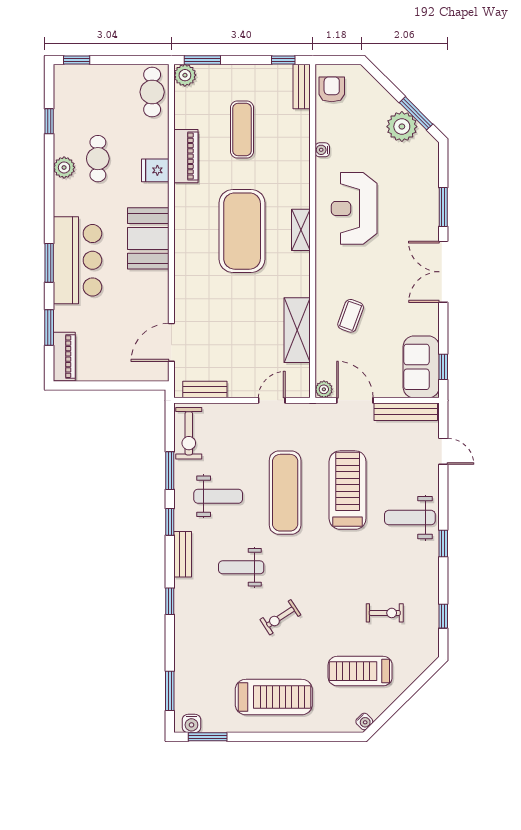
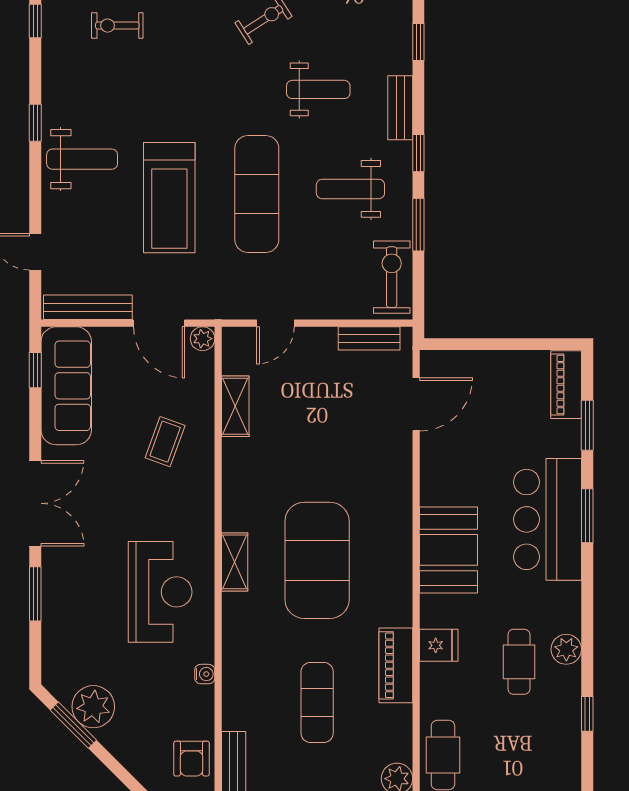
shelving: (297, 330) -> (235, 406), width x0.67, depth x0.75
sofa: (421, 367) -> (66, 386), width x1.36

